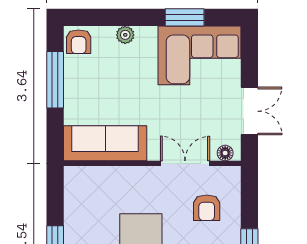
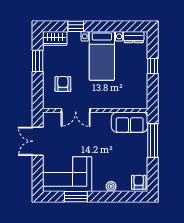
window: (55, 80) -> (153, 140), moved
sofa: (105, 143) -> (130, 122), width x0.73
floor lamp: (225, 153) -> (52, 116), removed

